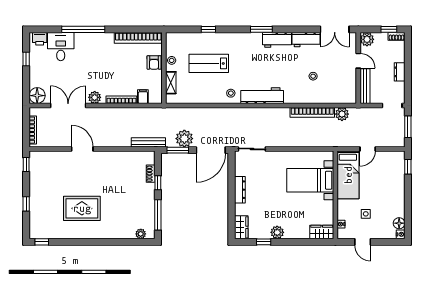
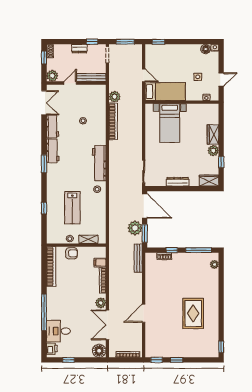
window: (408, 87) -> (92, 42), added
window: (26, 204) -> (177, 360), moved
wardrobe: (322, 232) -> (213, 134), moved

